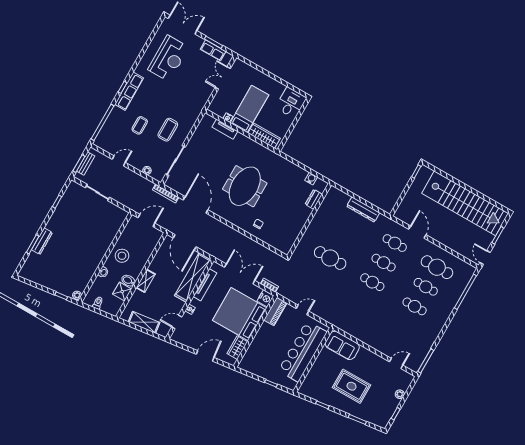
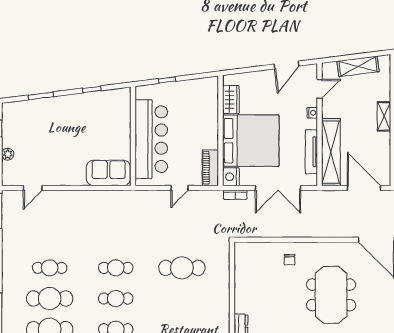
cafe table: (426, 287) -> (50, 299), width x1.37, depth x1.35
door: (205, 356) -> (286, 65), moved
rug: (352, 386) -> (70, 131), removed

